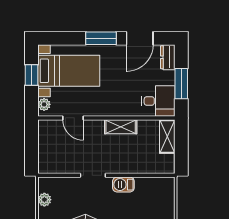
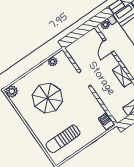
barbecue: (123, 185) -> (106, 121), moved

